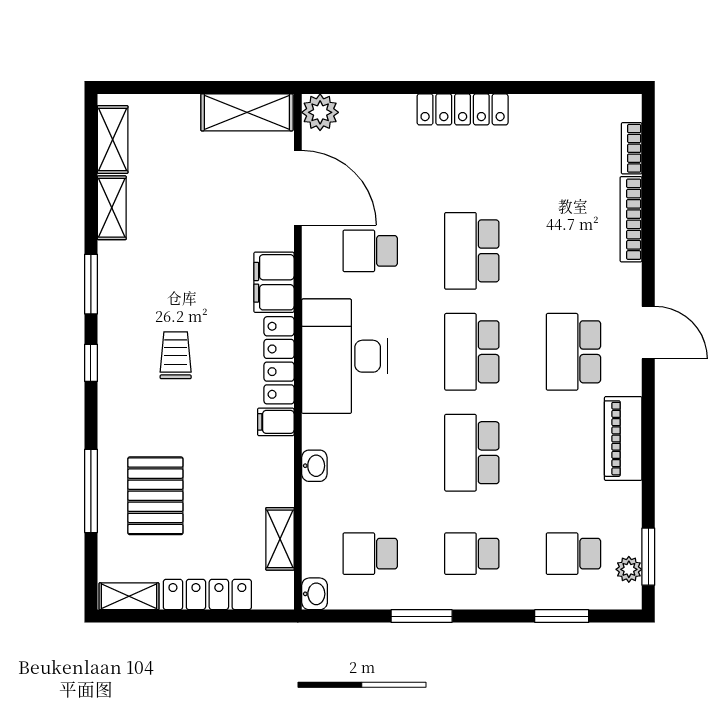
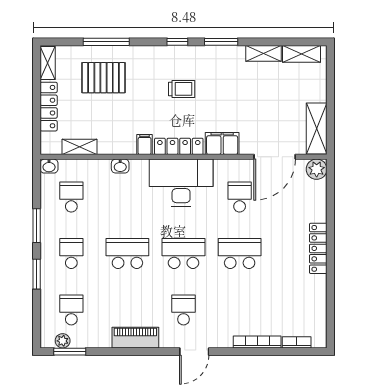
school desk: (573, 352) -> (184, 310), width x0.54
window: (562, 616) -> (37, 274), moved

